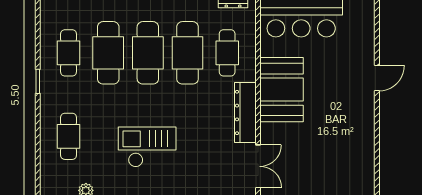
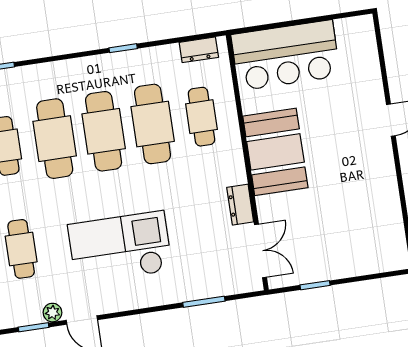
dresser: (245, 112) -> (240, 205), width x0.51, depth x0.80
checkout: (147, 147) -> (120, 248), width x1.36, depth x1.21

